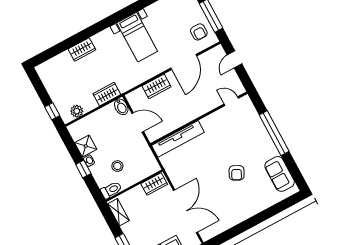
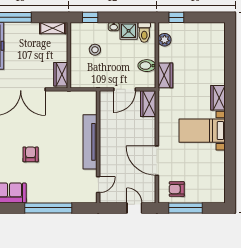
wardrobe: (82, 49) -> (218, 98), moved
wardrobe: (156, 86) -> (148, 104), moved
bidet: (121, 107) -> (147, 66), moved
tv unit: (178, 139) -> (90, 142), moved
window: (83, 169) -> (90, 17), moved
armchair: (237, 173) -> (31, 154), turned 63
toilet: (111, 190) -> (144, 32), moved

